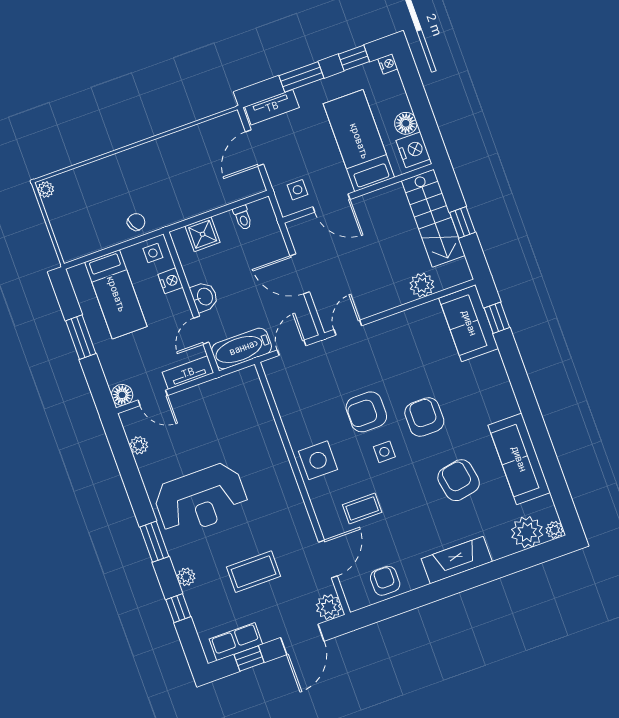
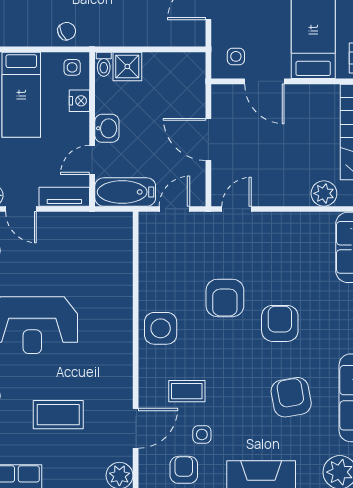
toilet: (243, 218) -> (104, 64), moved
armchair: (366, 412) -> (225, 298), turned -90
side table: (384, 452) -> (202, 434), moved

